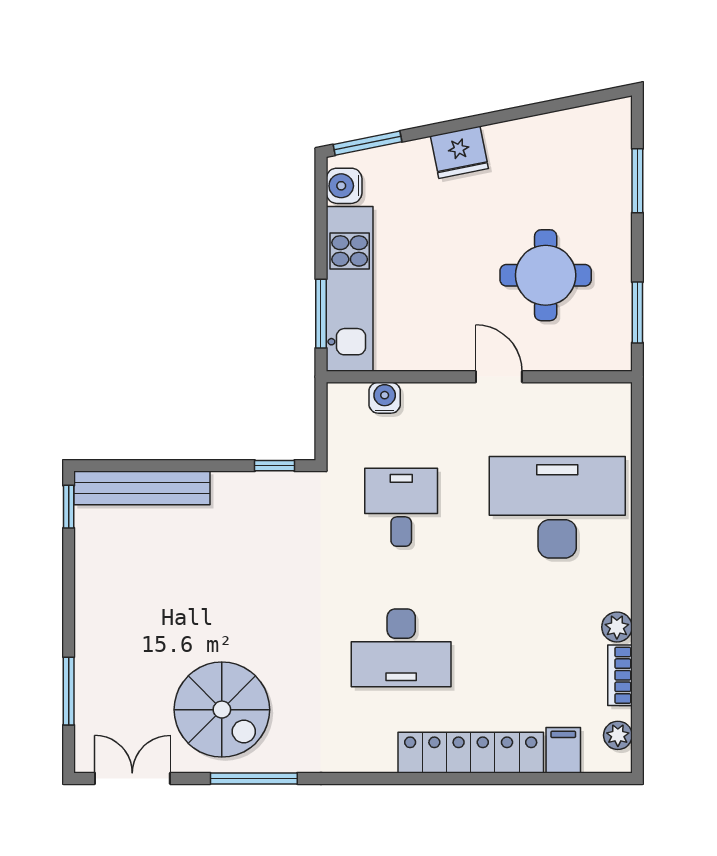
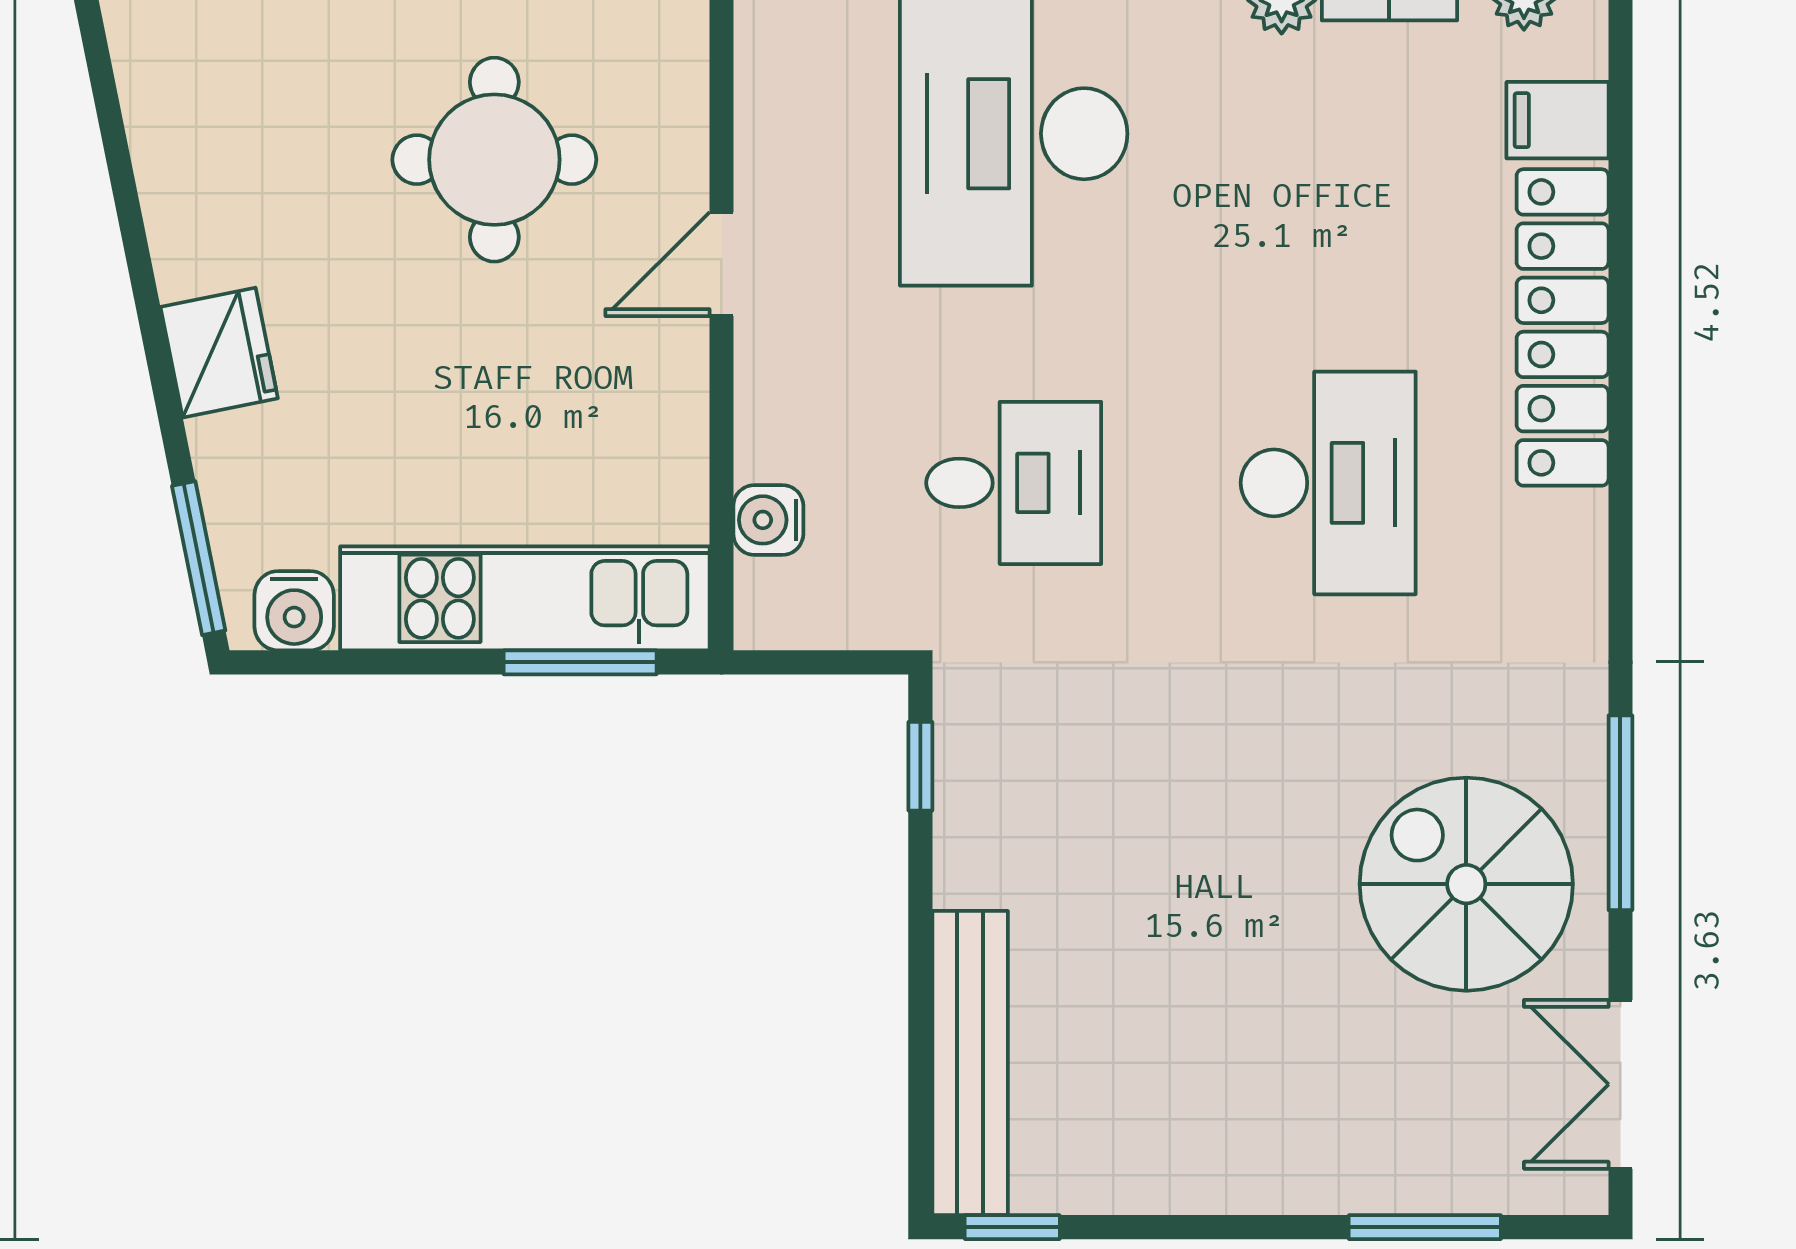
desk: (401, 507) -> (1014, 483), turned 180
spiral stairs: (222, 710) -> (1466, 884), turned -90

